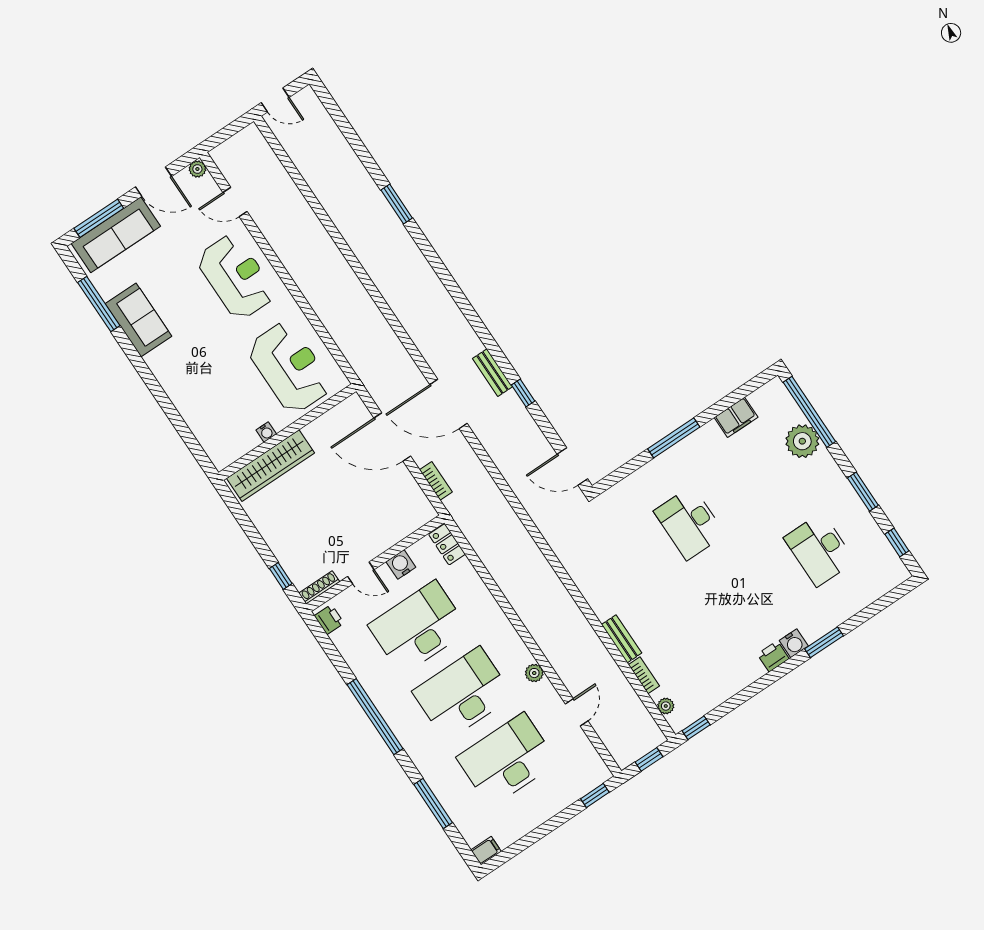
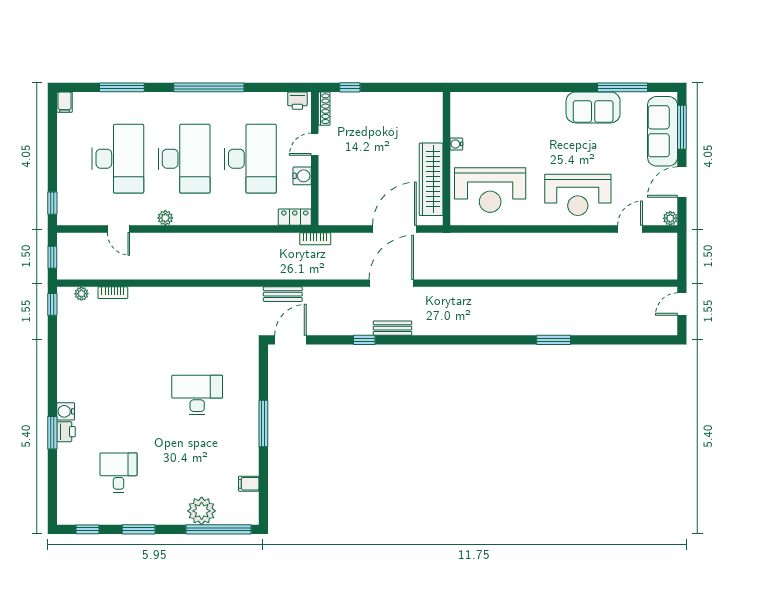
filing cabinet: (736, 417) -> (249, 484), width x0.50
wardrobe: (270, 466) -> (431, 179), moved
bookcase: (436, 481) -> (315, 239), moved
desk: (820, 549) -> (119, 473), width x0.73
bench: (622, 639) -> (283, 294), moved
printer: (773, 656) -> (66, 432), moved

